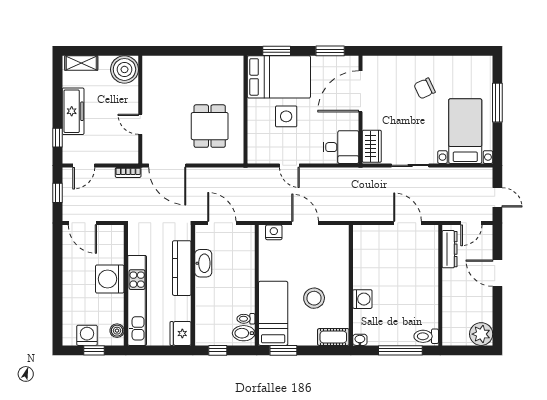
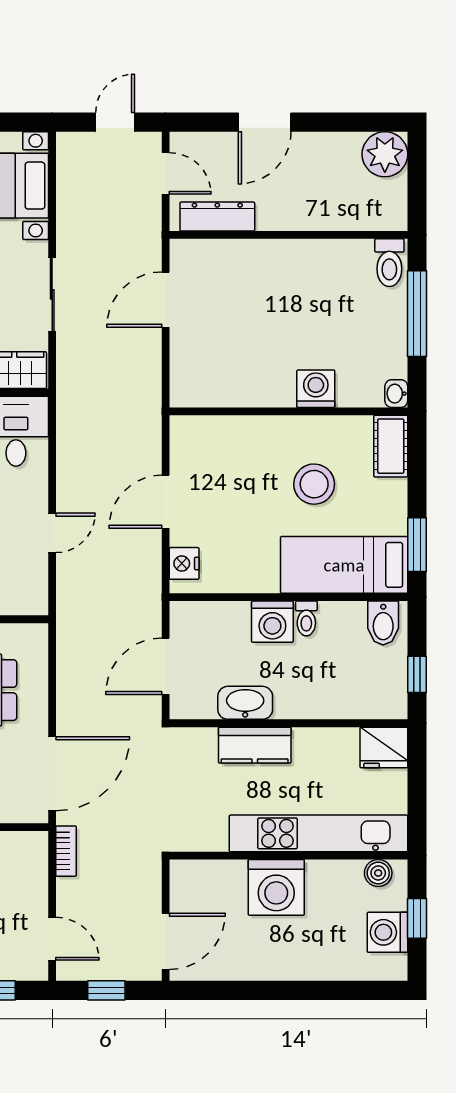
kitchen counter: (182, 268) -> (255, 745), width x0.67
washing machine: (244, 277) -> (272, 622), added
toilet: (246, 319) -> (306, 618), moved

